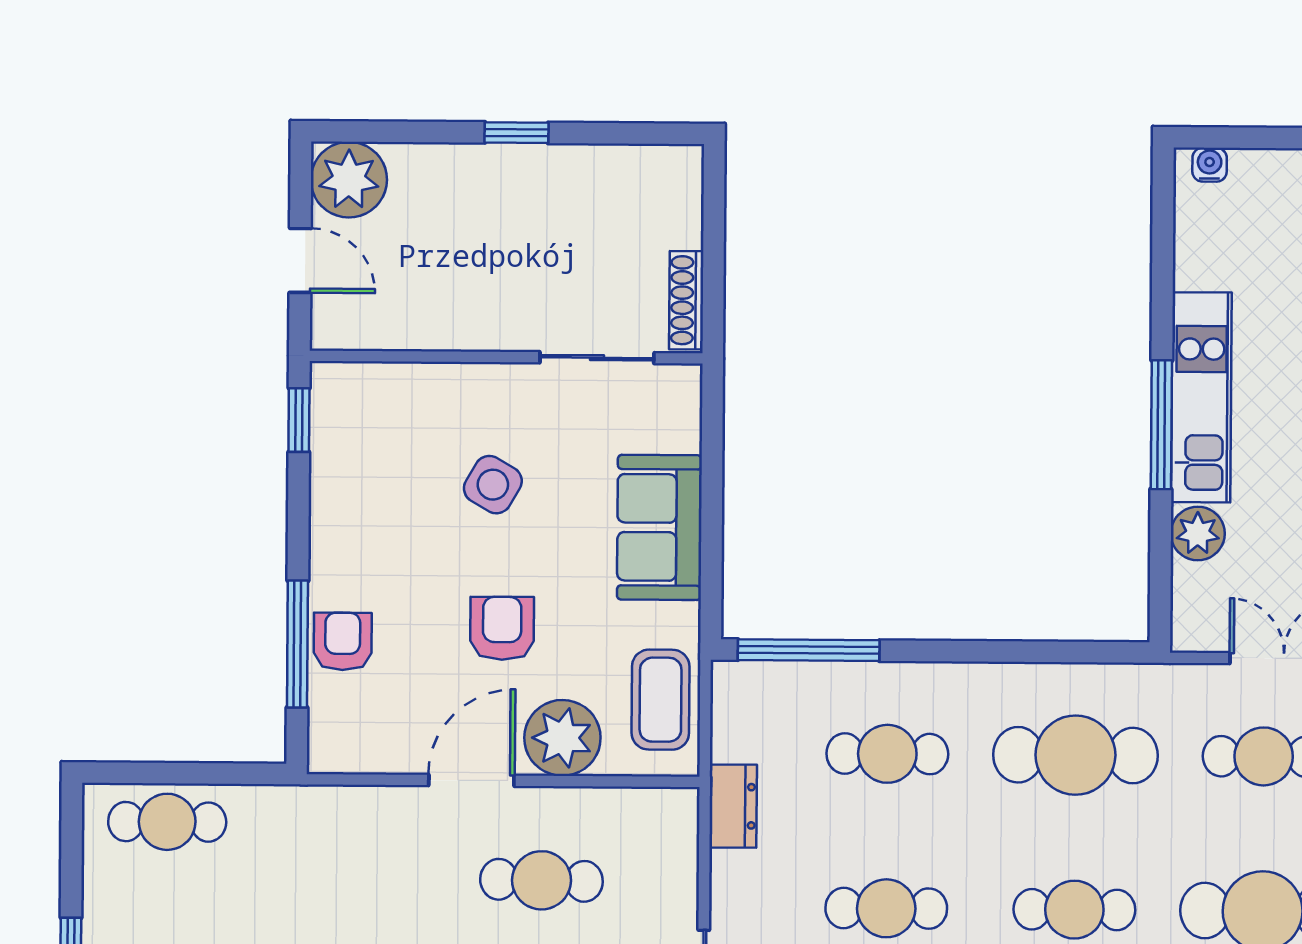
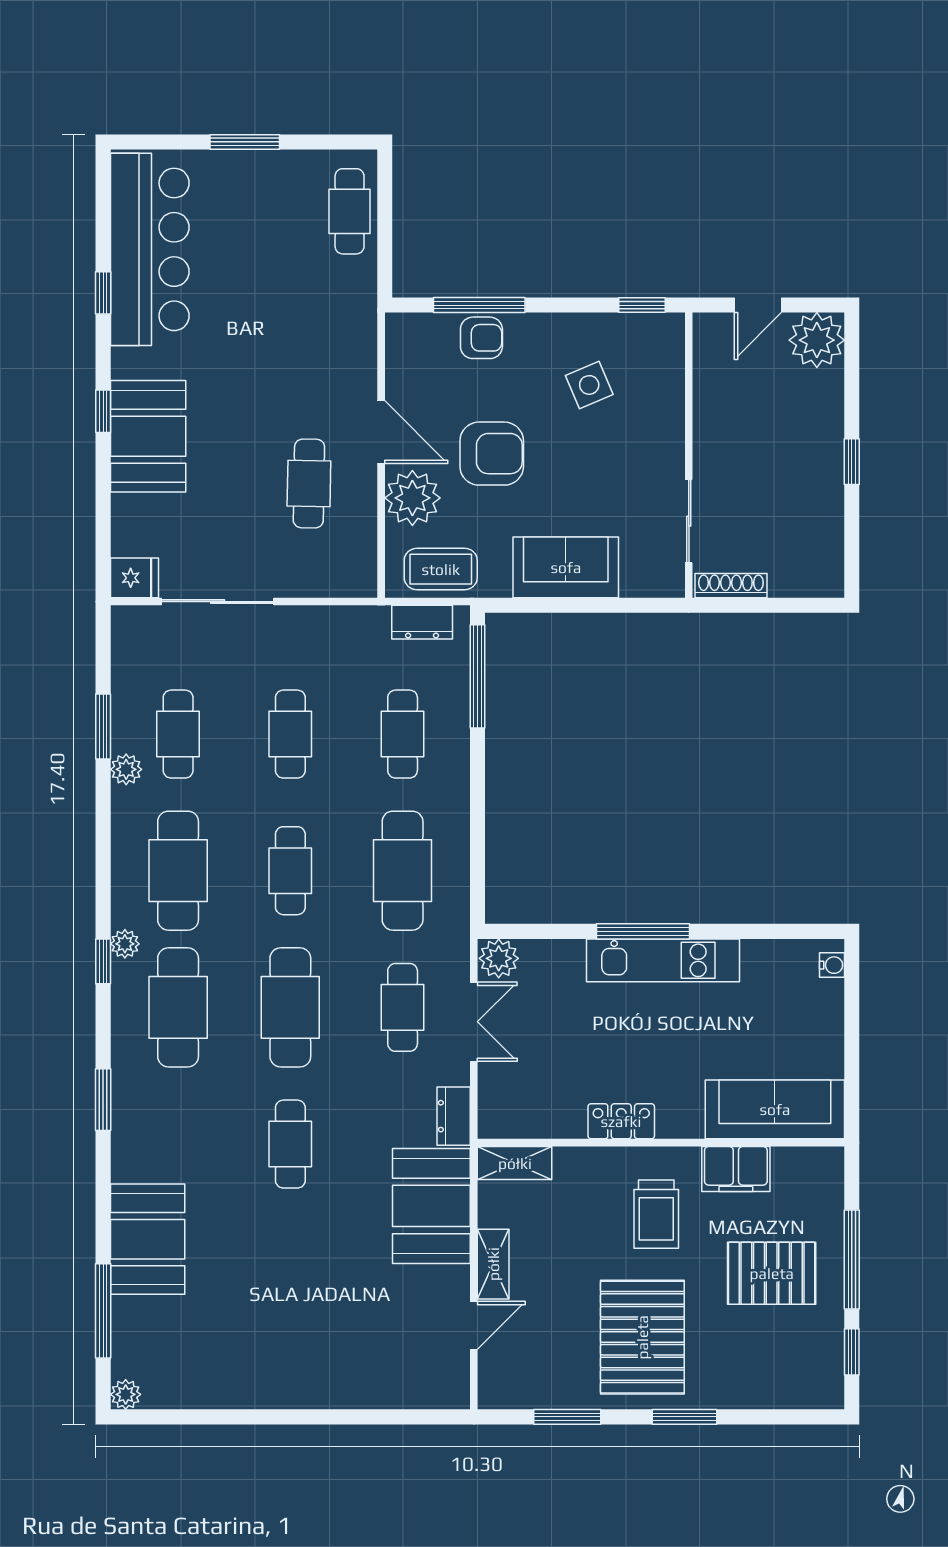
side table: (493, 485) -> (589, 385), moved, turned 37
plant: (1198, 533) -> (499, 958), moved
armchair: (502, 628) -> (492, 454), width x1.38, depth x1.38
dresser: (733, 806) -> (422, 622), moved

